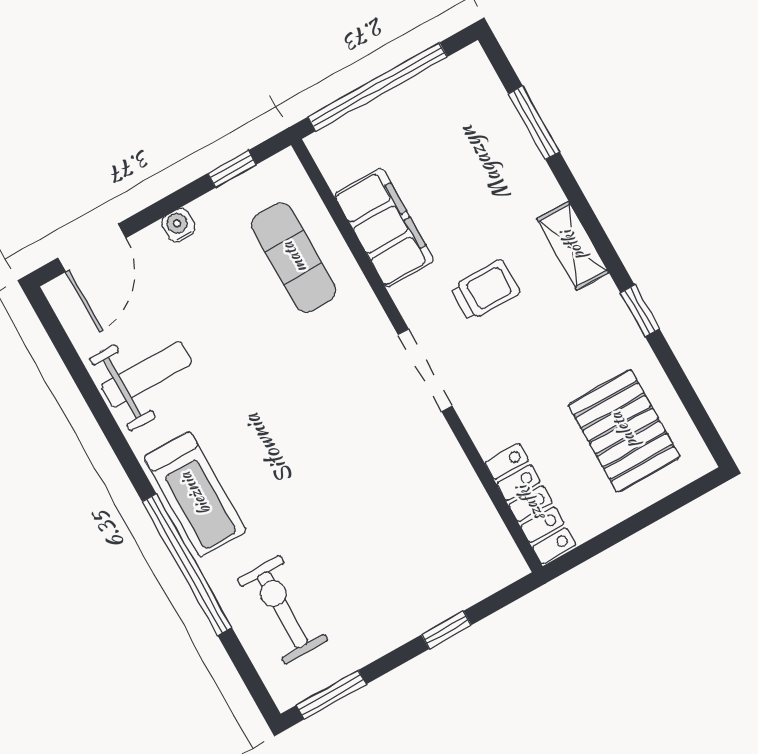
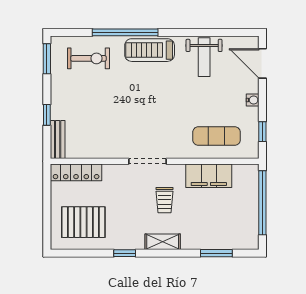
bench: (484, 579) -> (58, 139), added

